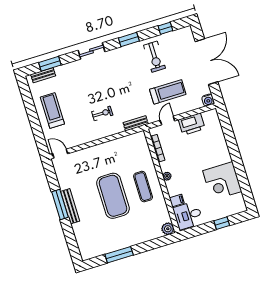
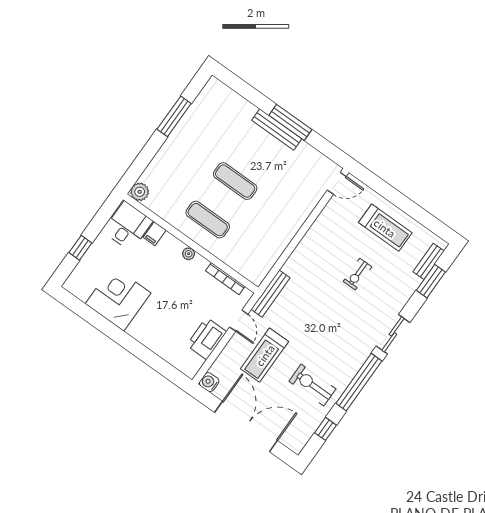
window: (129, 39) -> (359, 382), width x2.11
double door: (206, 62) -> (246, 427), swing flipped
exercise bike: (102, 113) -> (358, 274), moved
bench: (136, 123) -> (271, 294), width x1.36
exercise mat: (113, 196) -> (235, 181), width x0.50, depth x0.69

